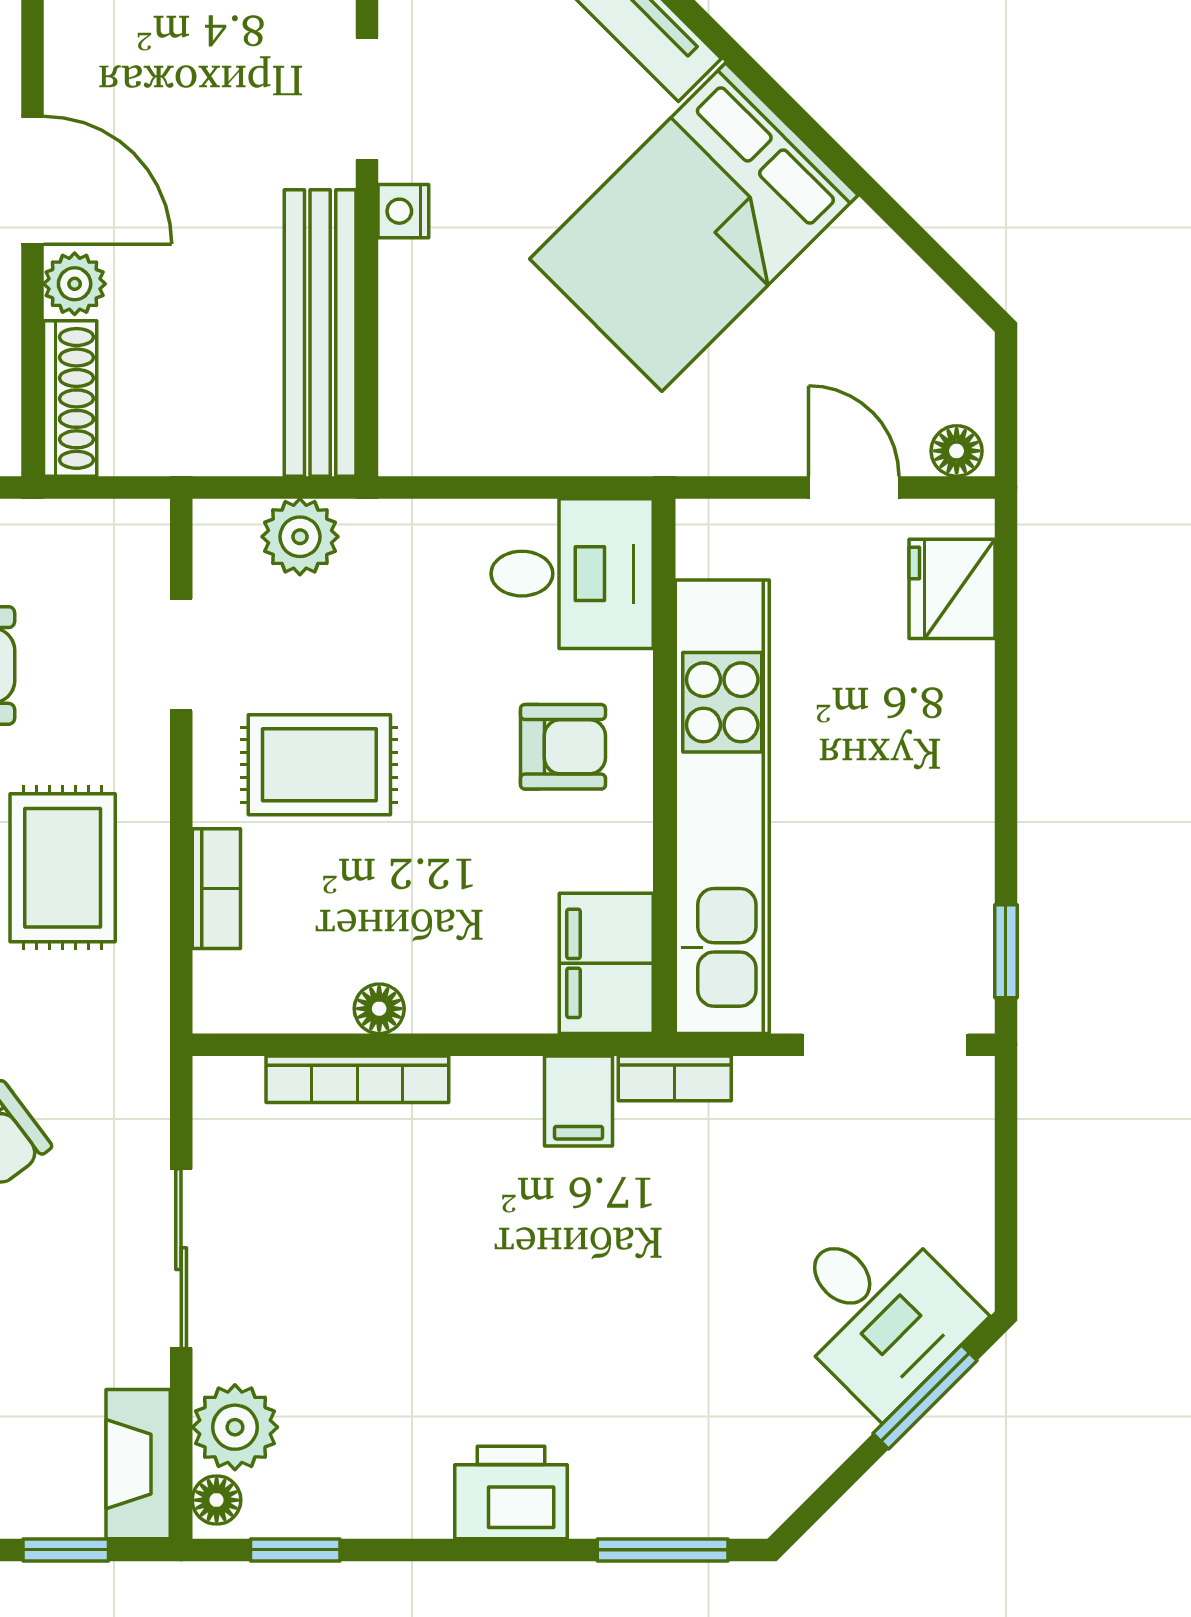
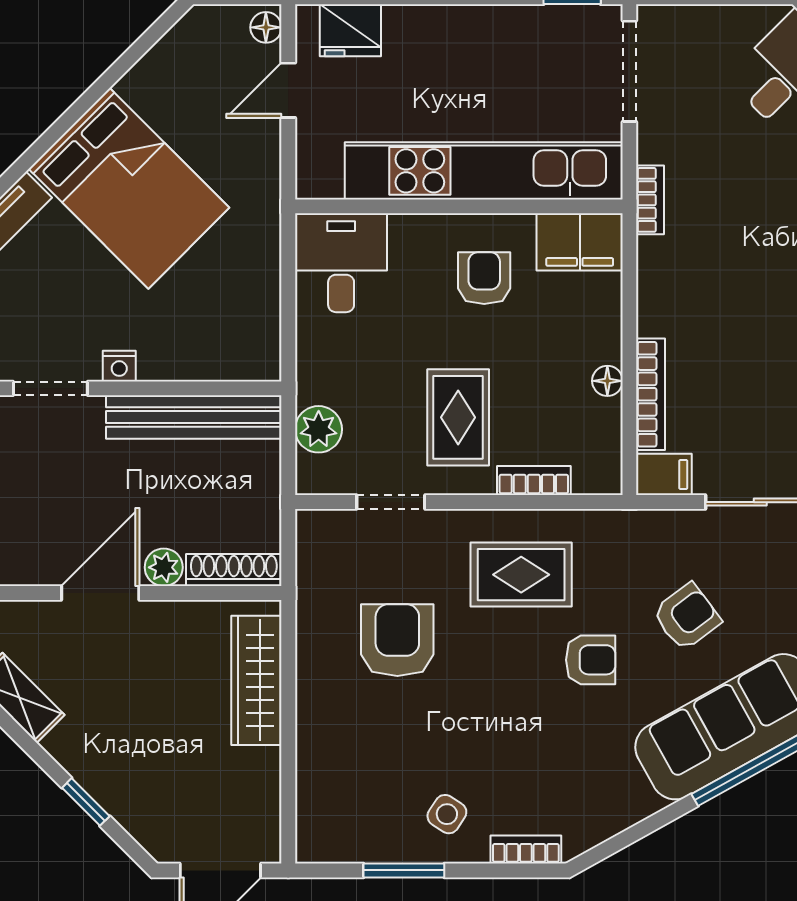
armchair: (563, 747) -> (484, 278), moved
filing cabinet: (579, 1101) -> (664, 474), moved

